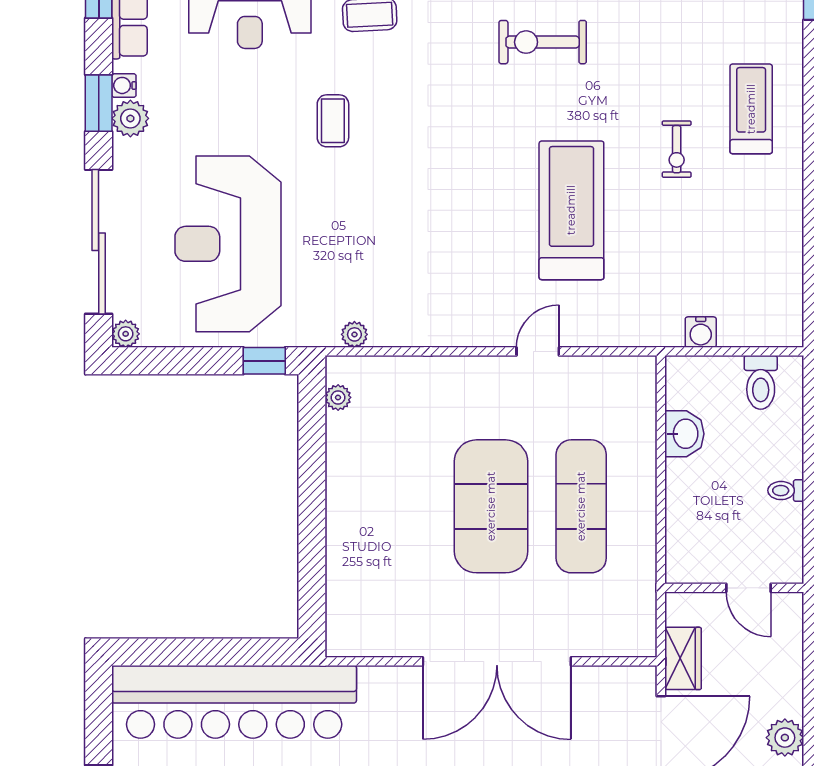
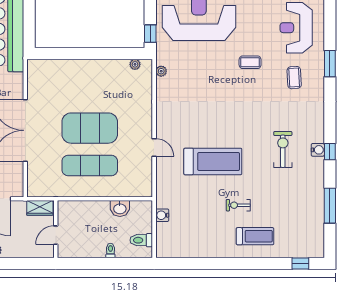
toilet: (786, 491) -> (110, 251), moved
wardrobe: (683, 658) -> (40, 208), moved

